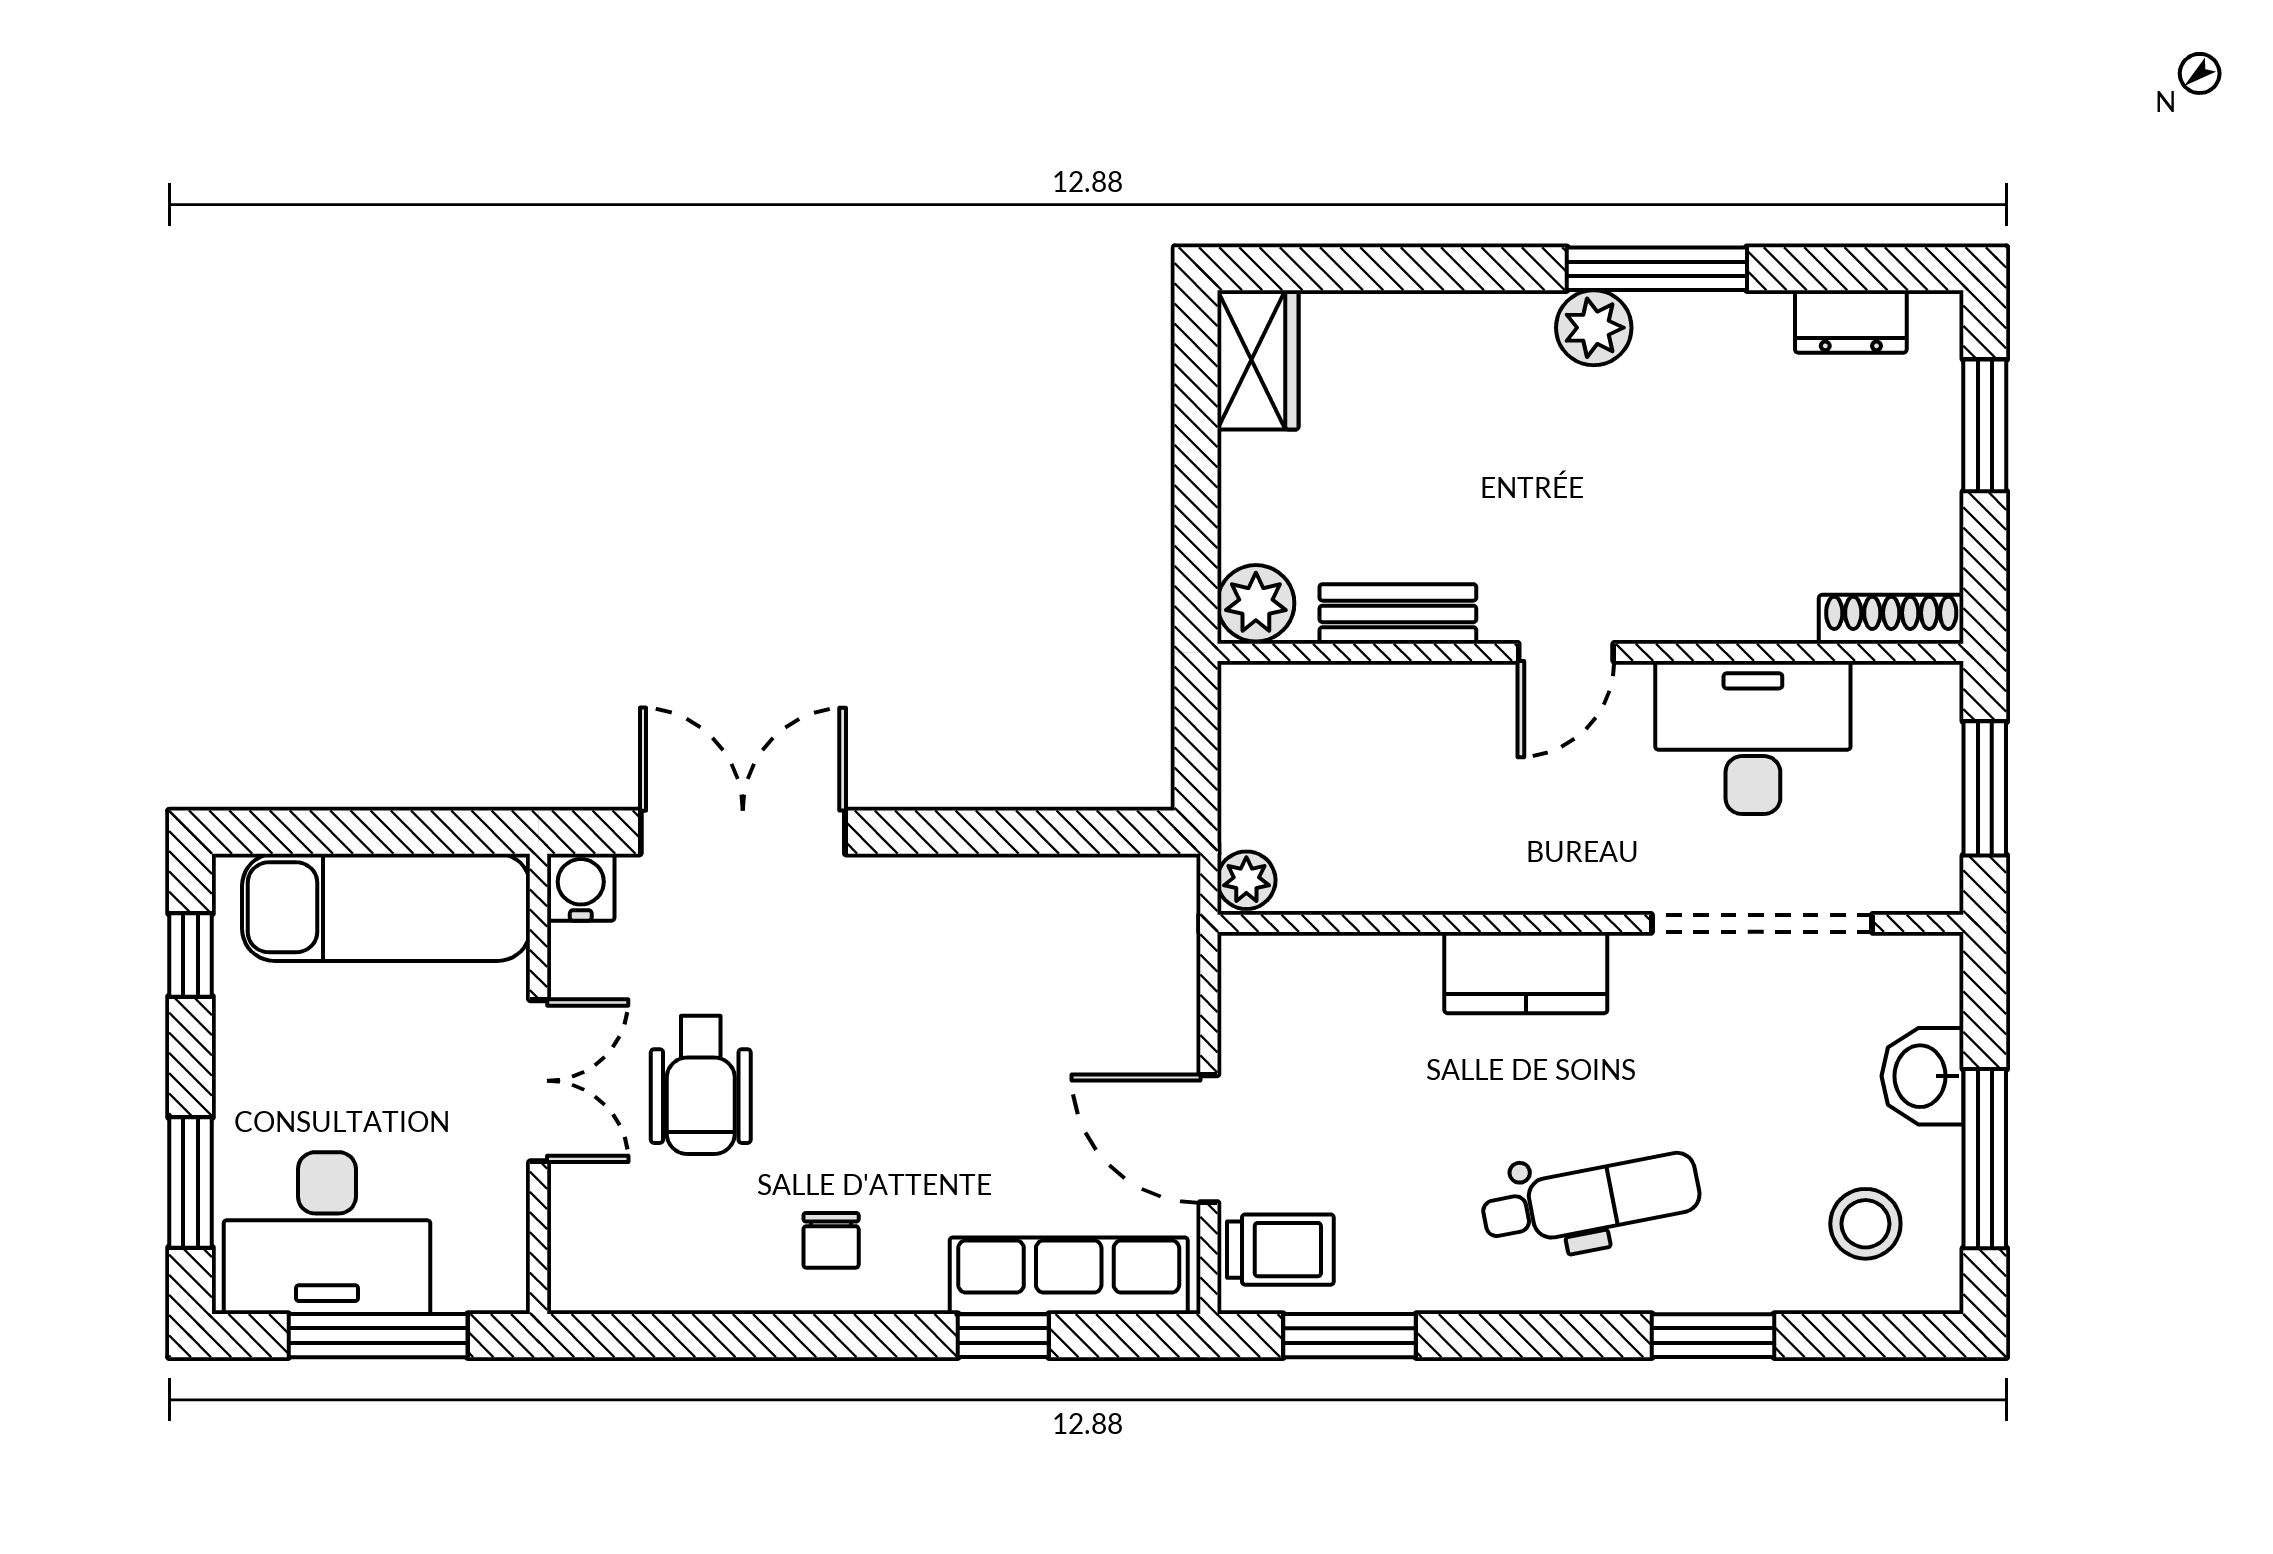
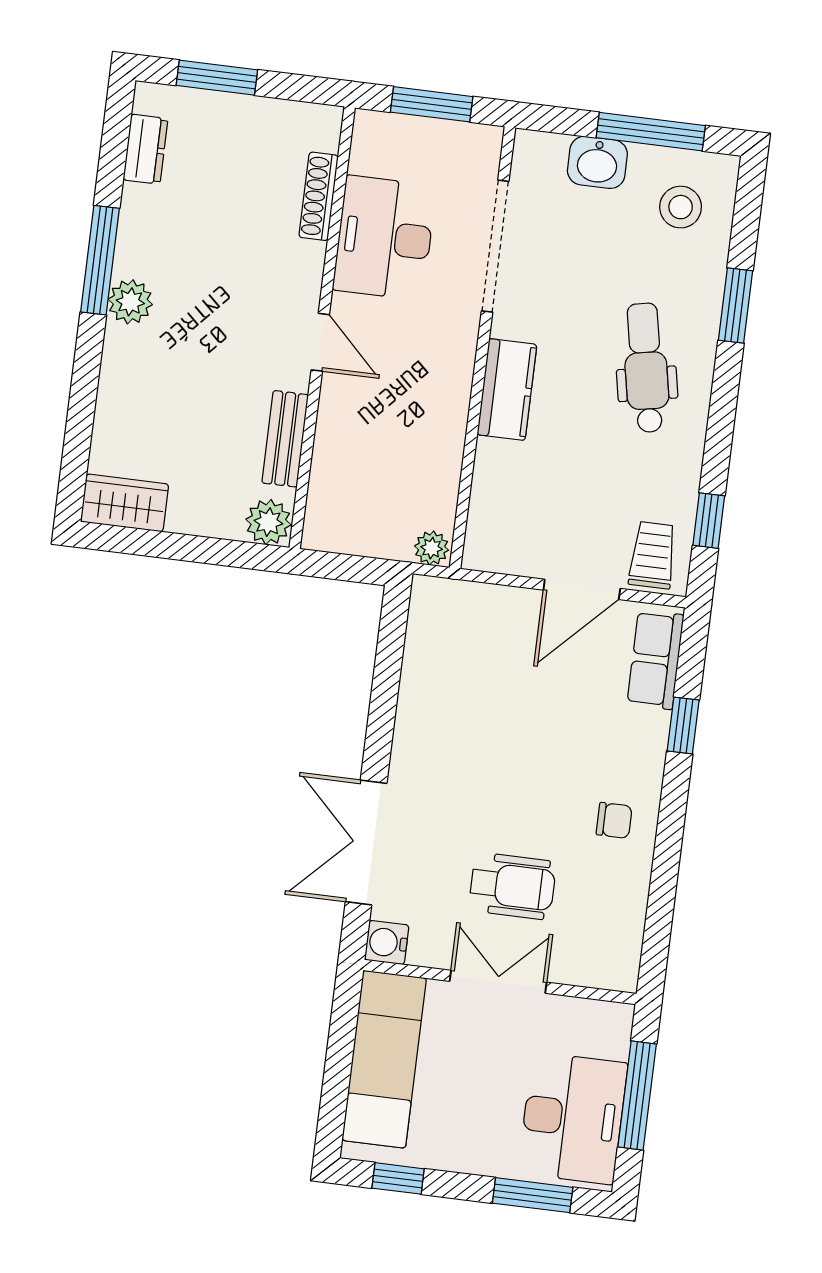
shoe rack: (1891, 619) -> (319, 196), moved
row of seats: (1069, 1276) -> (655, 660), width x0.68
window: (1350, 1336) -> (709, 521), width x0.67

